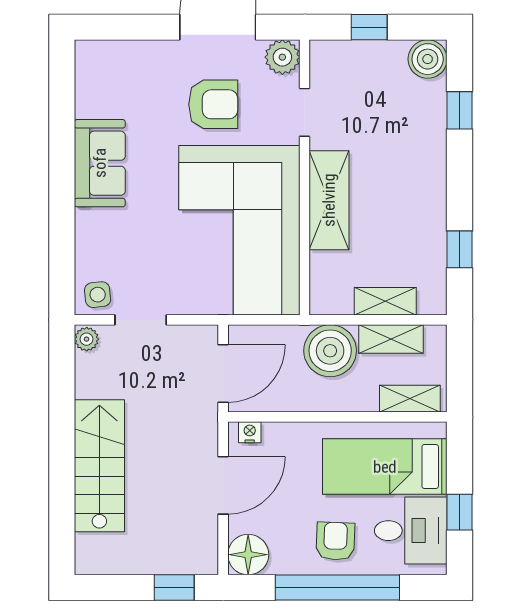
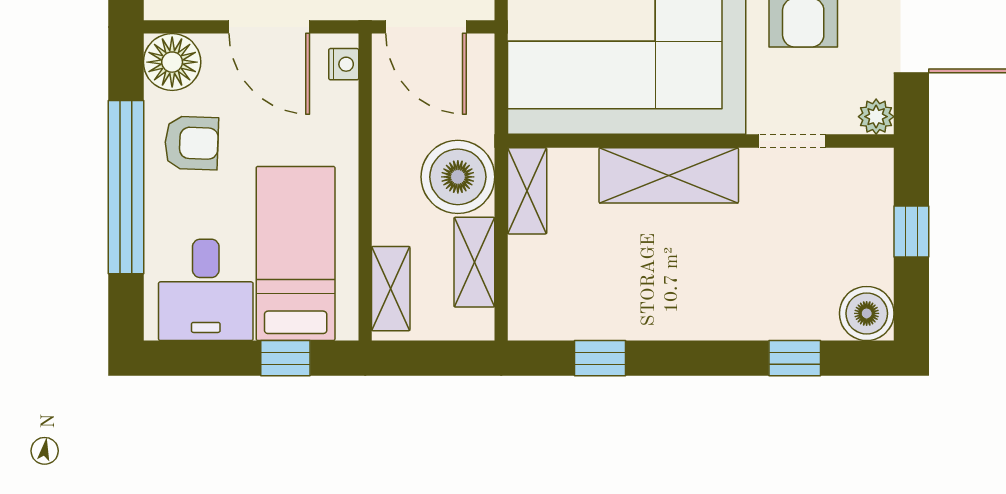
plant: (282, 57) -> (876, 117), width x0.73, depth x0.73
shelving: (385, 301) -> (527, 191), moved
window: (459, 512) -> (285, 358), moved
armchair: (335, 541) -> (191, 143), moved

